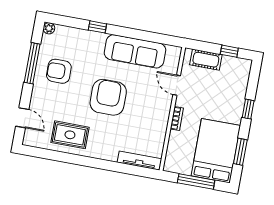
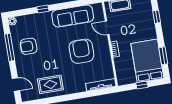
armchair: (108, 97) -> (81, 51), moved
window: (248, 109) -> (157, 17), moved
window: (196, 181) -> (142, 85), width x0.46

